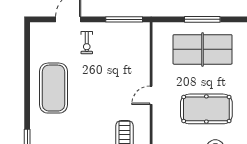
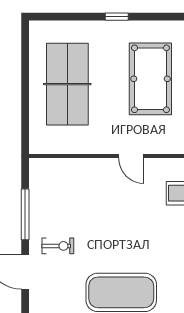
window: (124, 19) -> (25, 214), moved
window: (202, 19) -> (25, 85), removed

